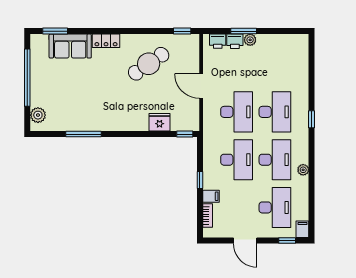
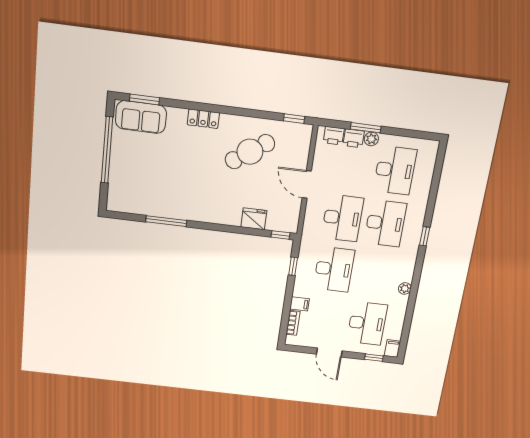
sofa: (70, 46) -> (141, 117), moved
plant: (38, 115) -> (116, 194), removed
desk: (275, 160) -> (395, 170), moved
window: (200, 180) -> (293, 266), moved

